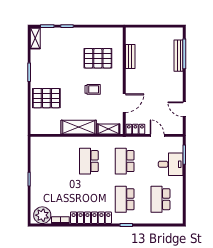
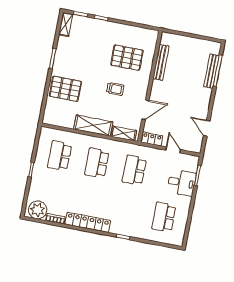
bench: (130, 57) -> (161, 62), width x1.36
school desk: (125, 199) -> (60, 156), moved

